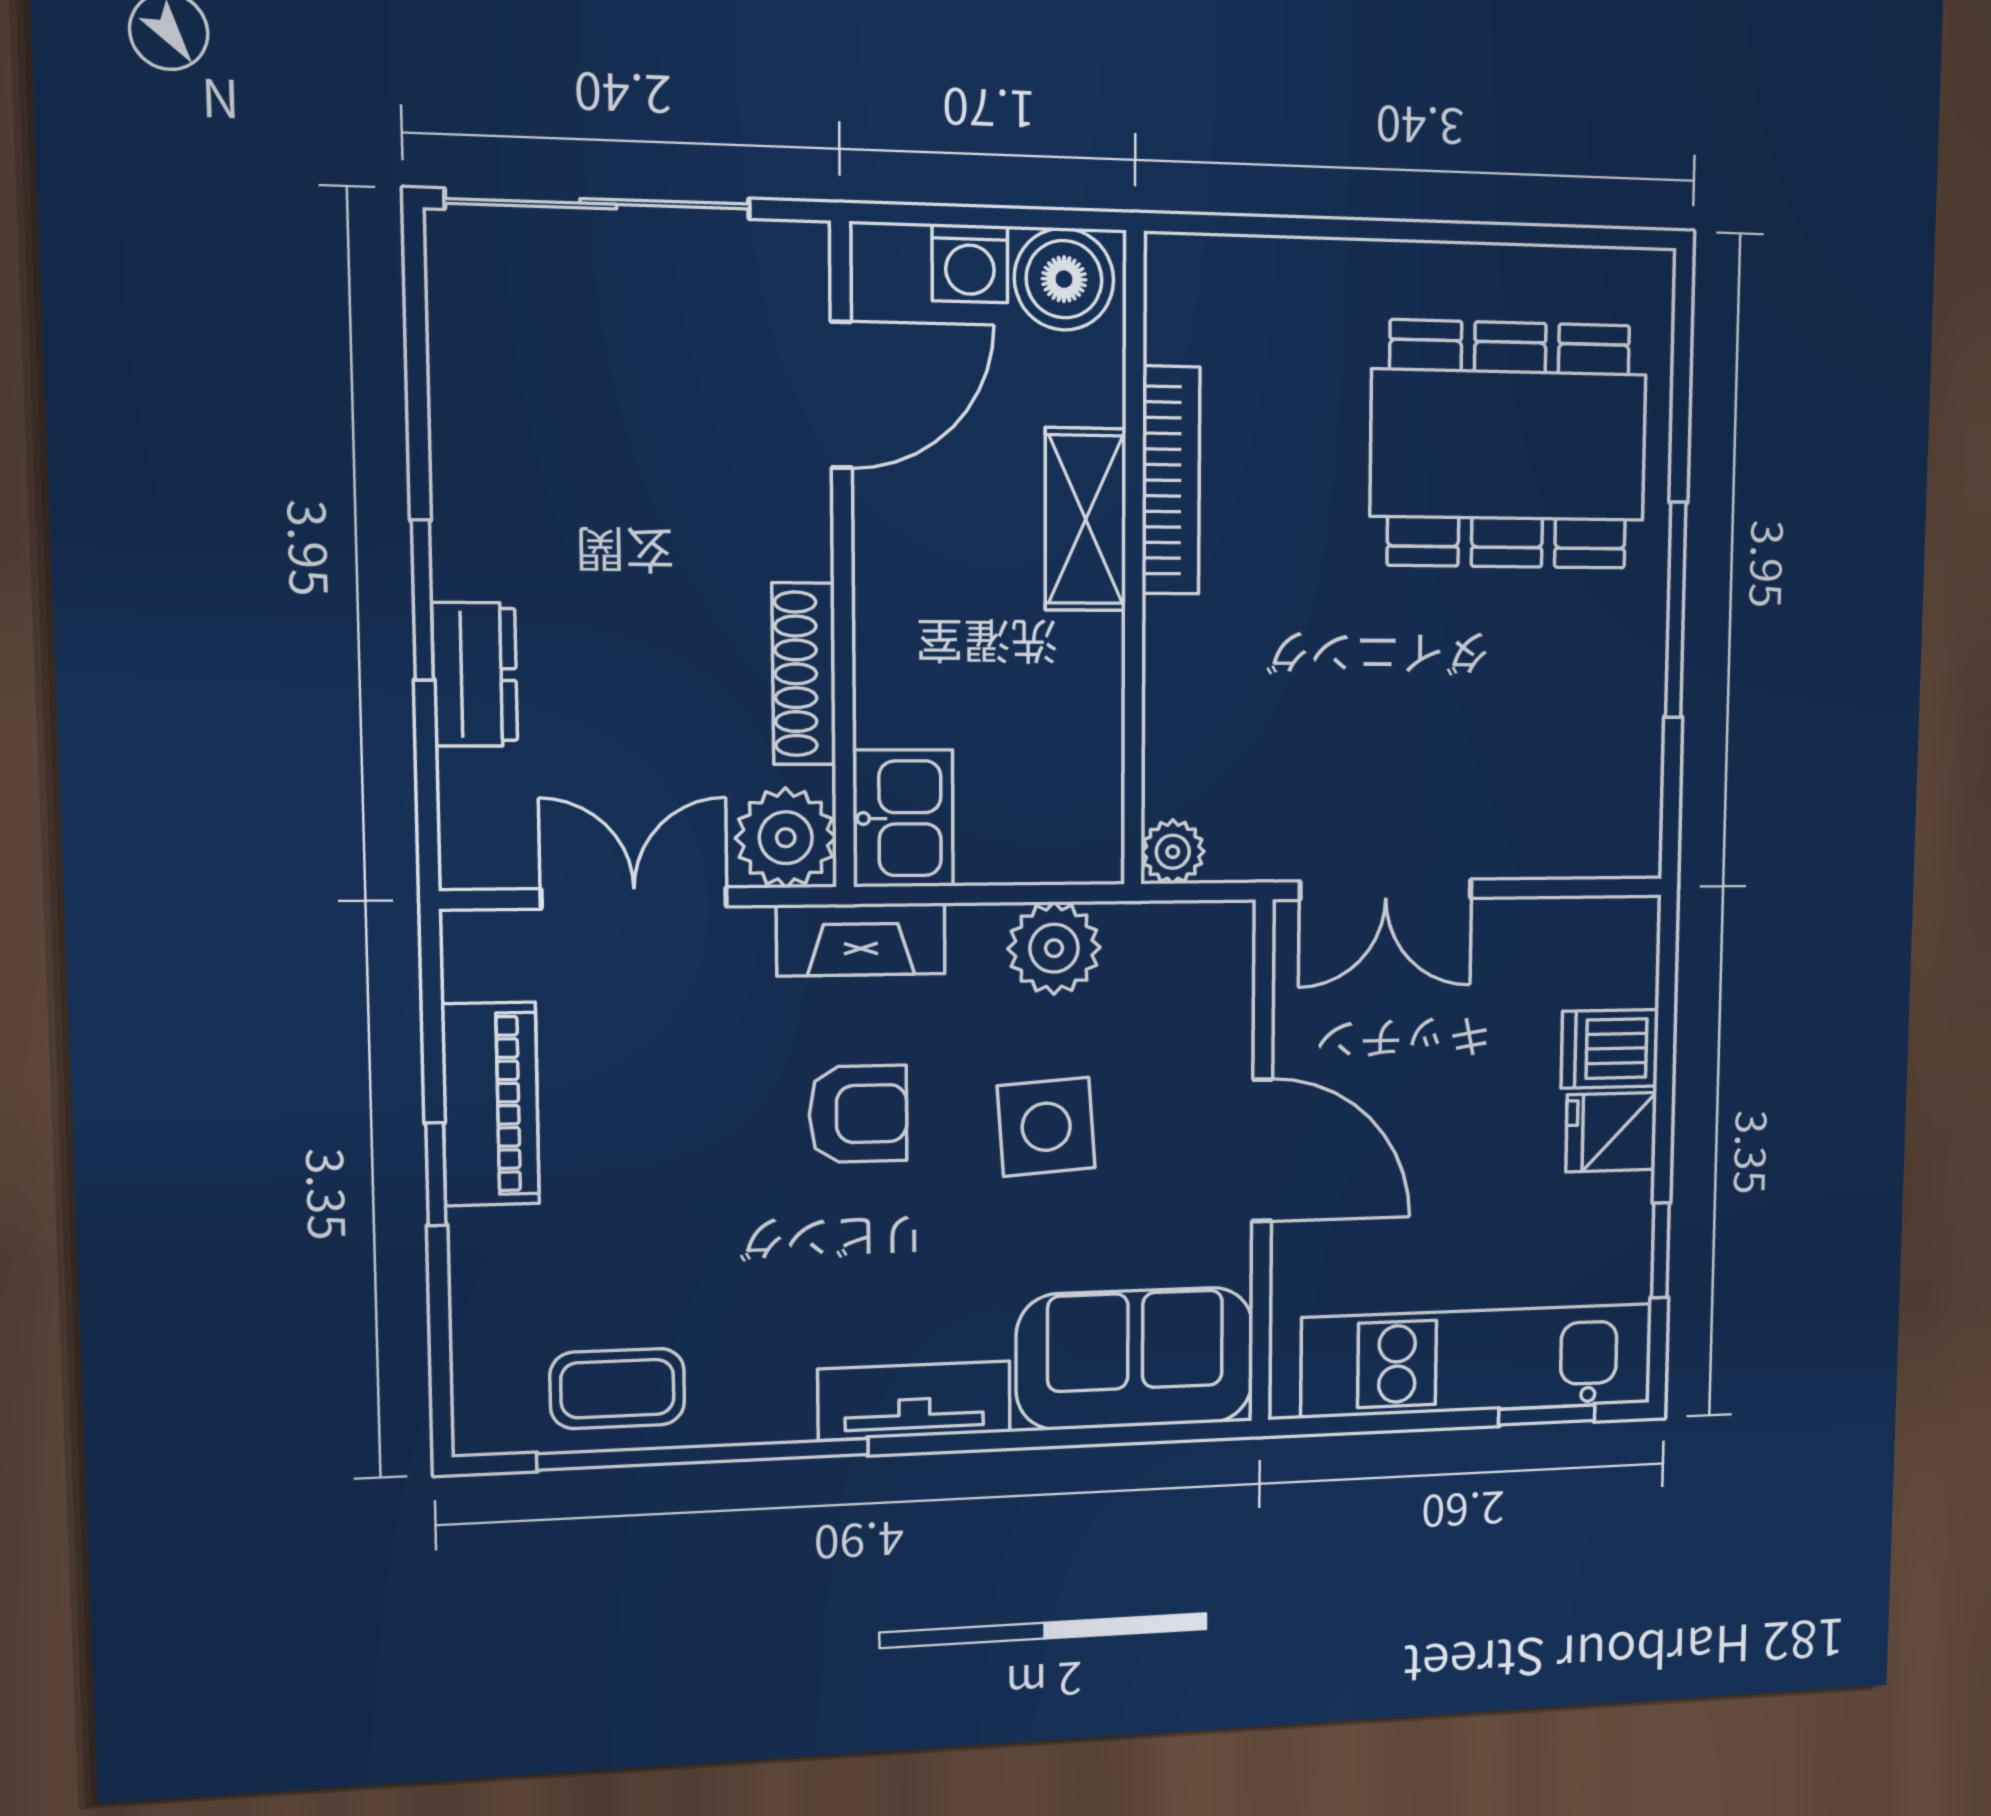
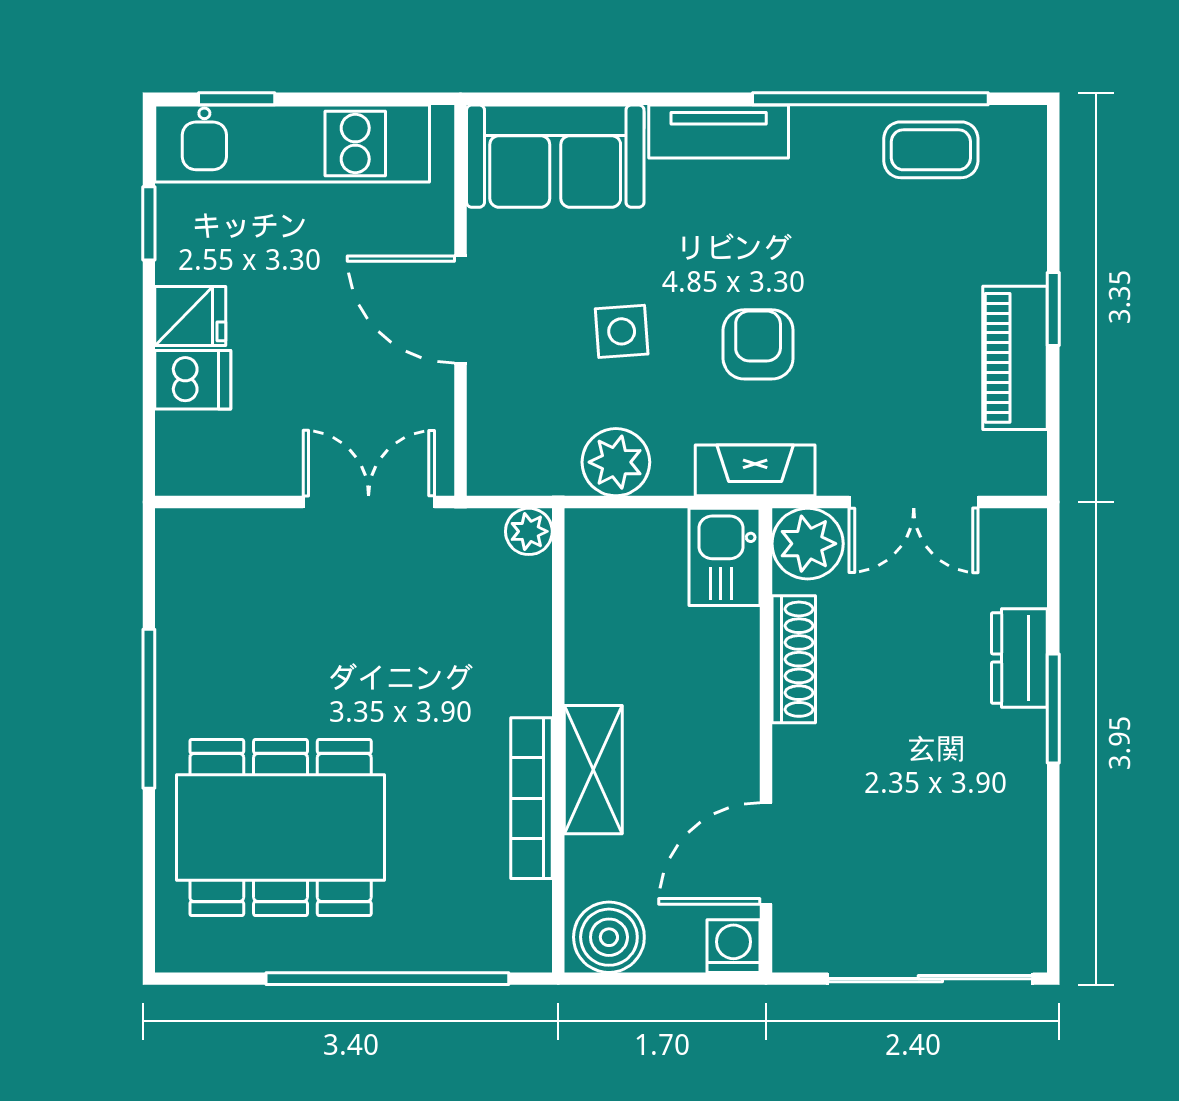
window: (1369, 229) -> (387, 979), added
washing machine: (970, 264) -> (733, 946), moved
armchair: (858, 1114) -> (758, 344), turned 90
side table: (1046, 1127) -> (622, 331), width x0.73, depth x0.73

